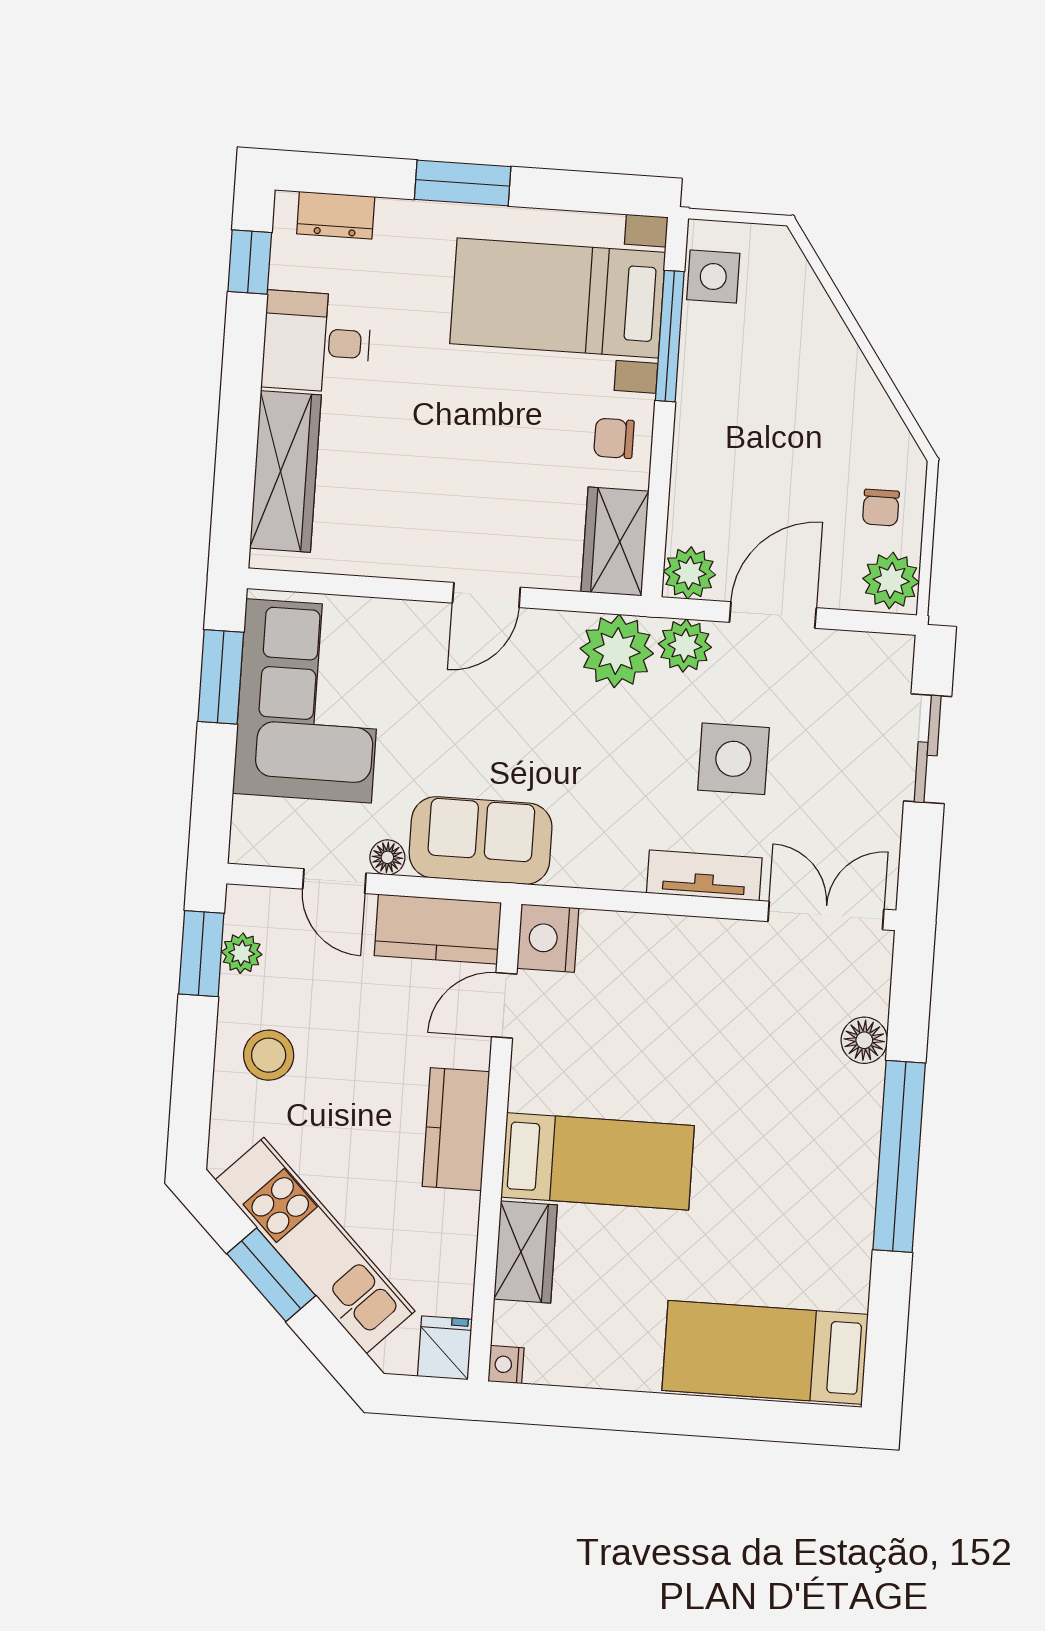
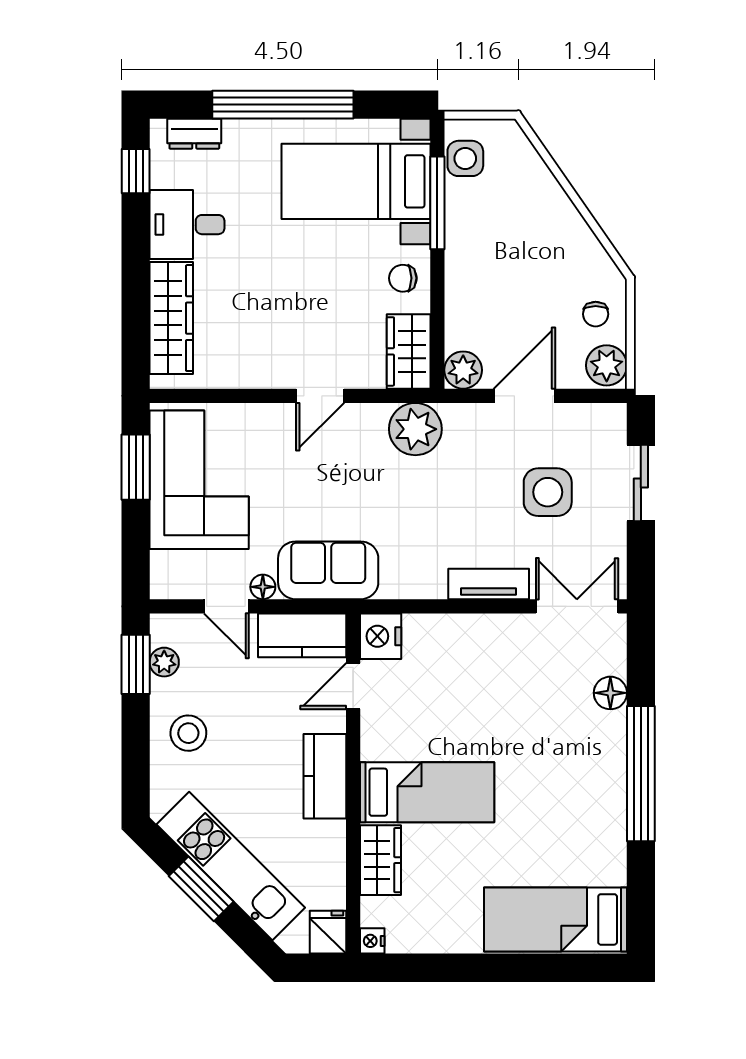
window: (463, 183) -> (283, 105), width x2.11
plant: (685, 646) -> (463, 422), removed
side table: (733, 759) -> (548, 492), moved

